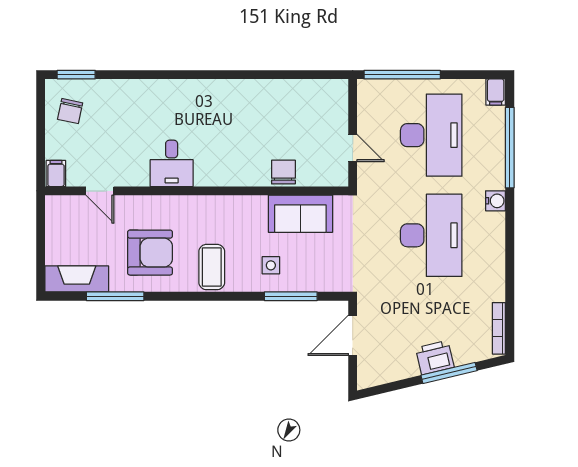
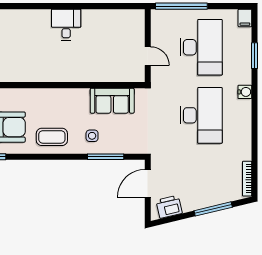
window: (510, 148) -> (255, 56), width x0.47
desk: (172, 163) -> (66, 25), moved, turned 180
chair: (283, 172) -> (101, 72), removed
coffee table: (212, 267) -> (52, 137), turned 90
printer: (435, 358) -> (169, 207), moved

